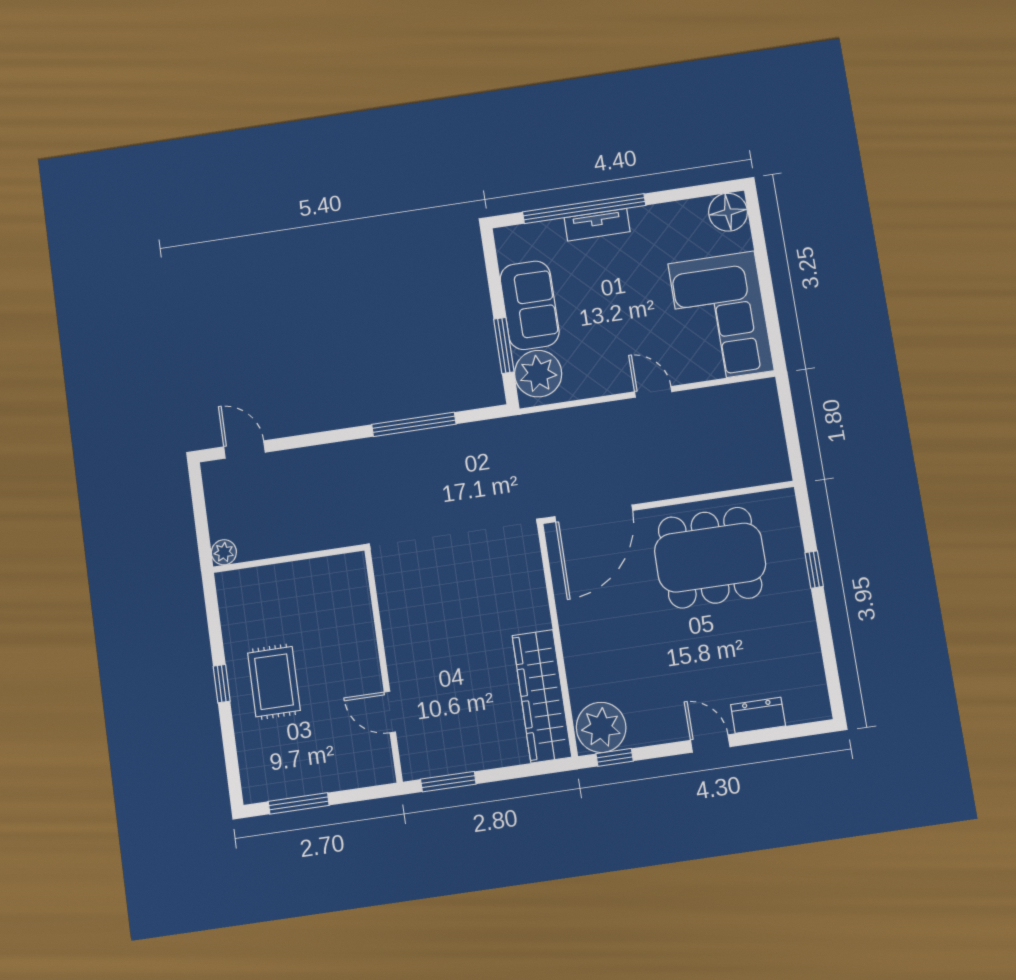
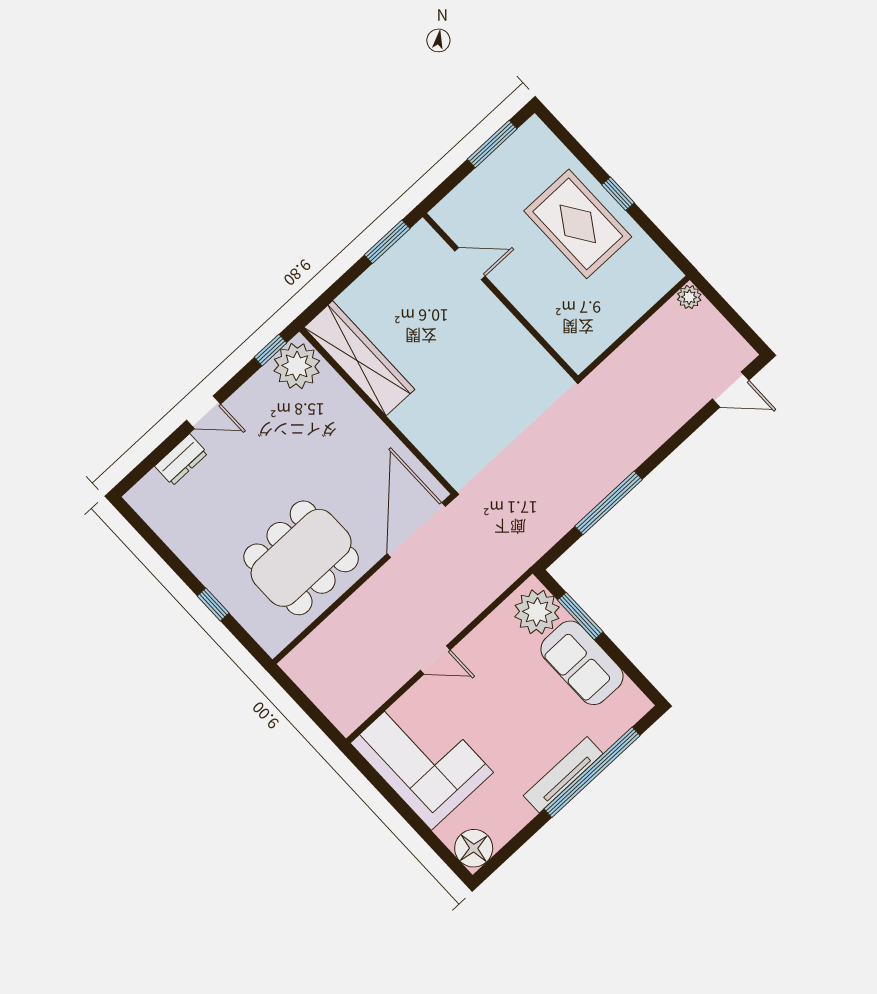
tv unit: (597, 225) -> (563, 775), width x1.41
rug: (274, 682) -> (578, 224), width x1.36, depth x1.43

